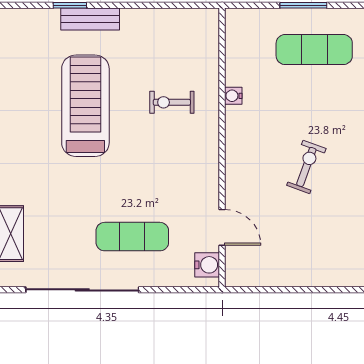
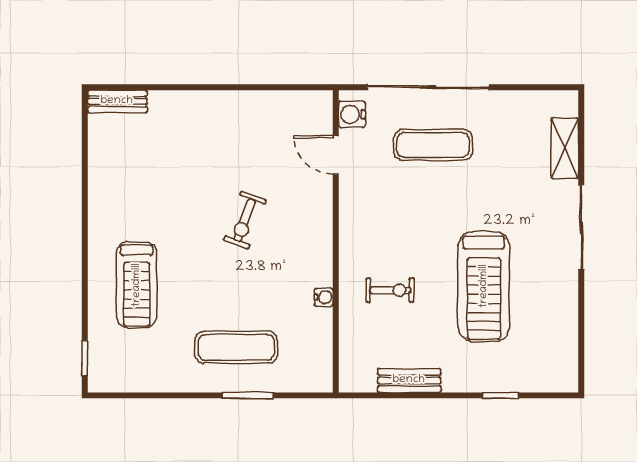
bench: (90, 19) -> (409, 380), moved
sliding door: (82, 290) -> (428, 87), moved

